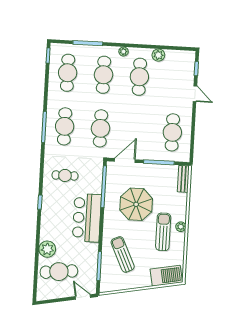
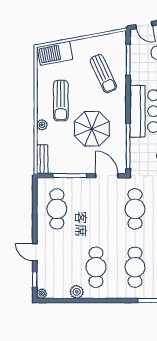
plant: (124, 52) -> (42, 294), moved
door: (125, 160) -> (107, 176), swing flipped
plant: (181, 227) -> (42, 125), moved

